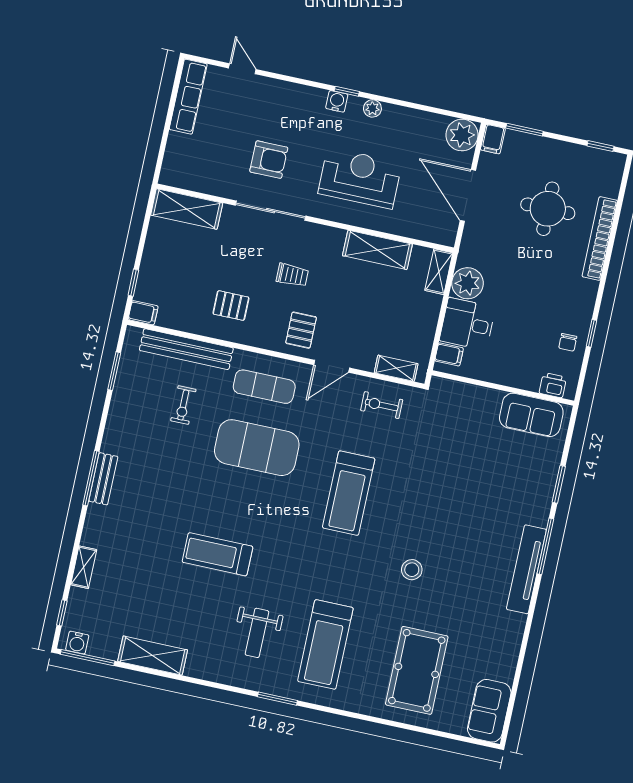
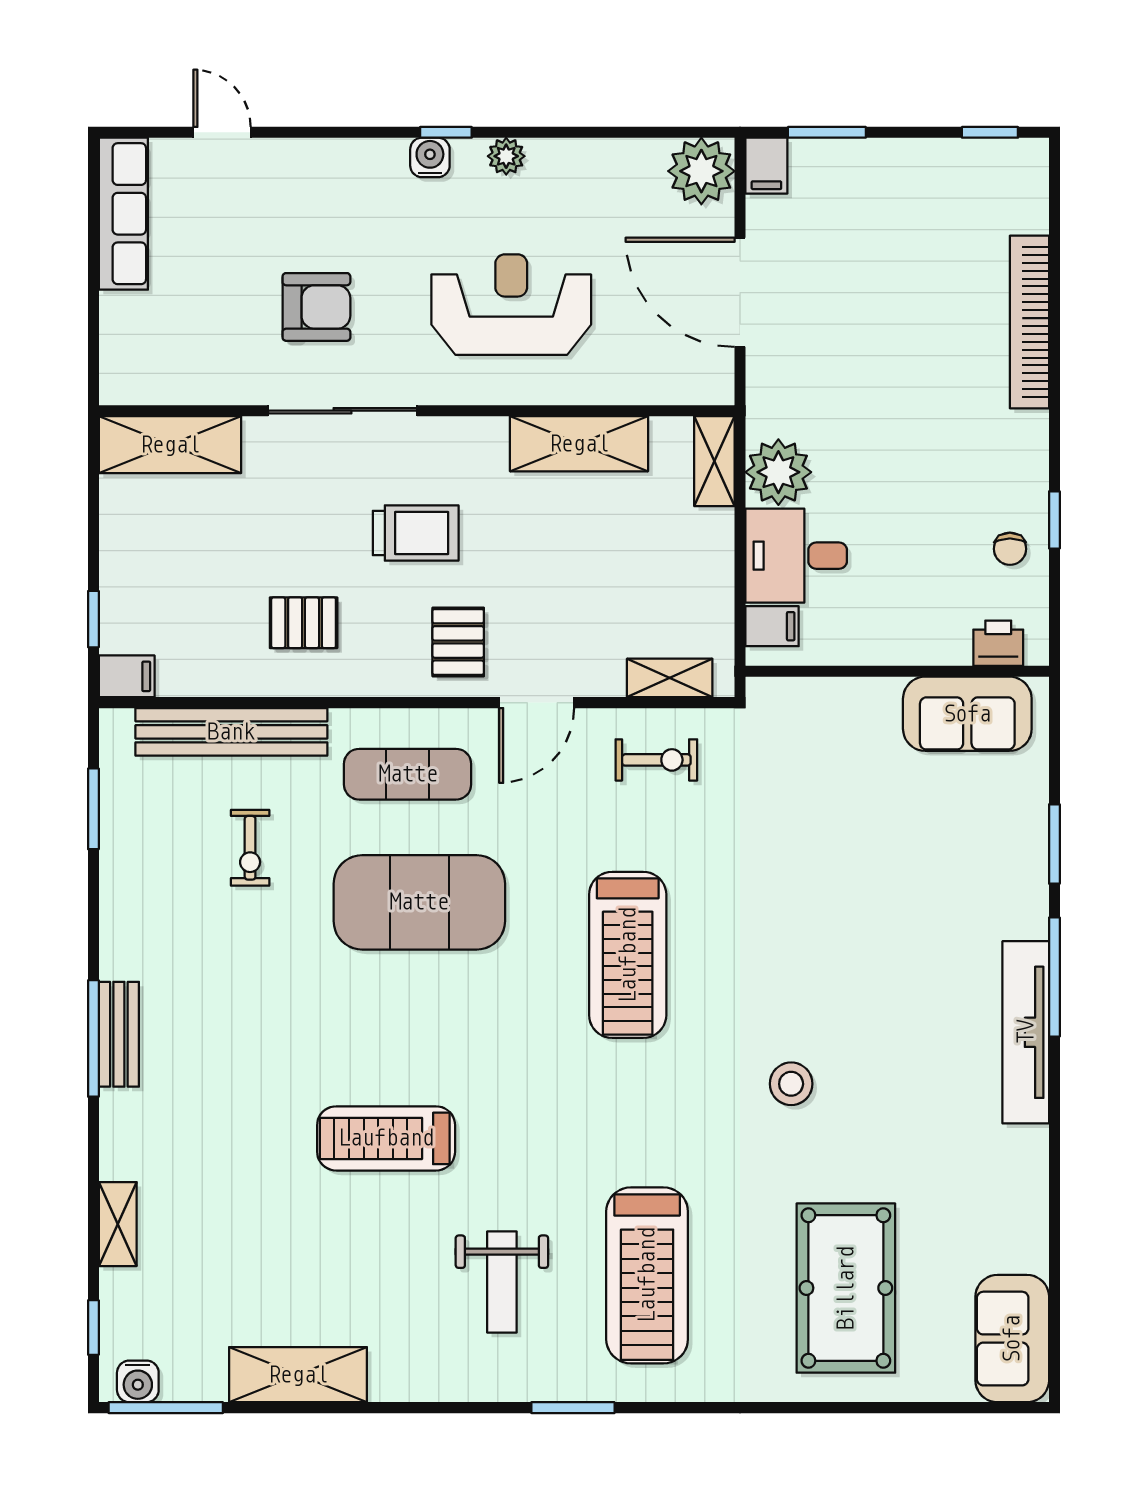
round table: (548, 209) -> (910, 284), removed
trolley: (292, 275) -> (416, 533), width x1.36, depth x1.39
exercise bike: (382, 405) -> (656, 760), turned 180

